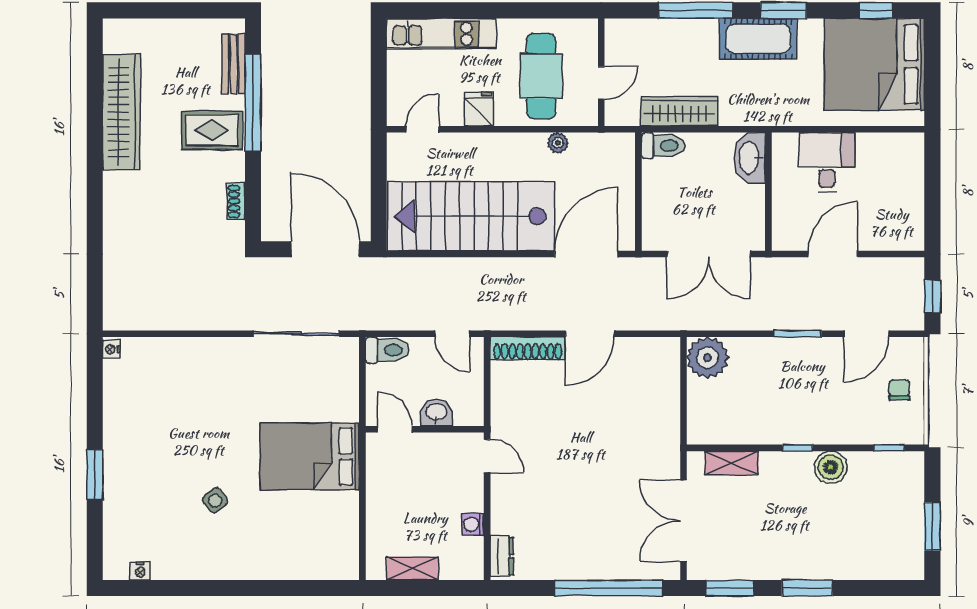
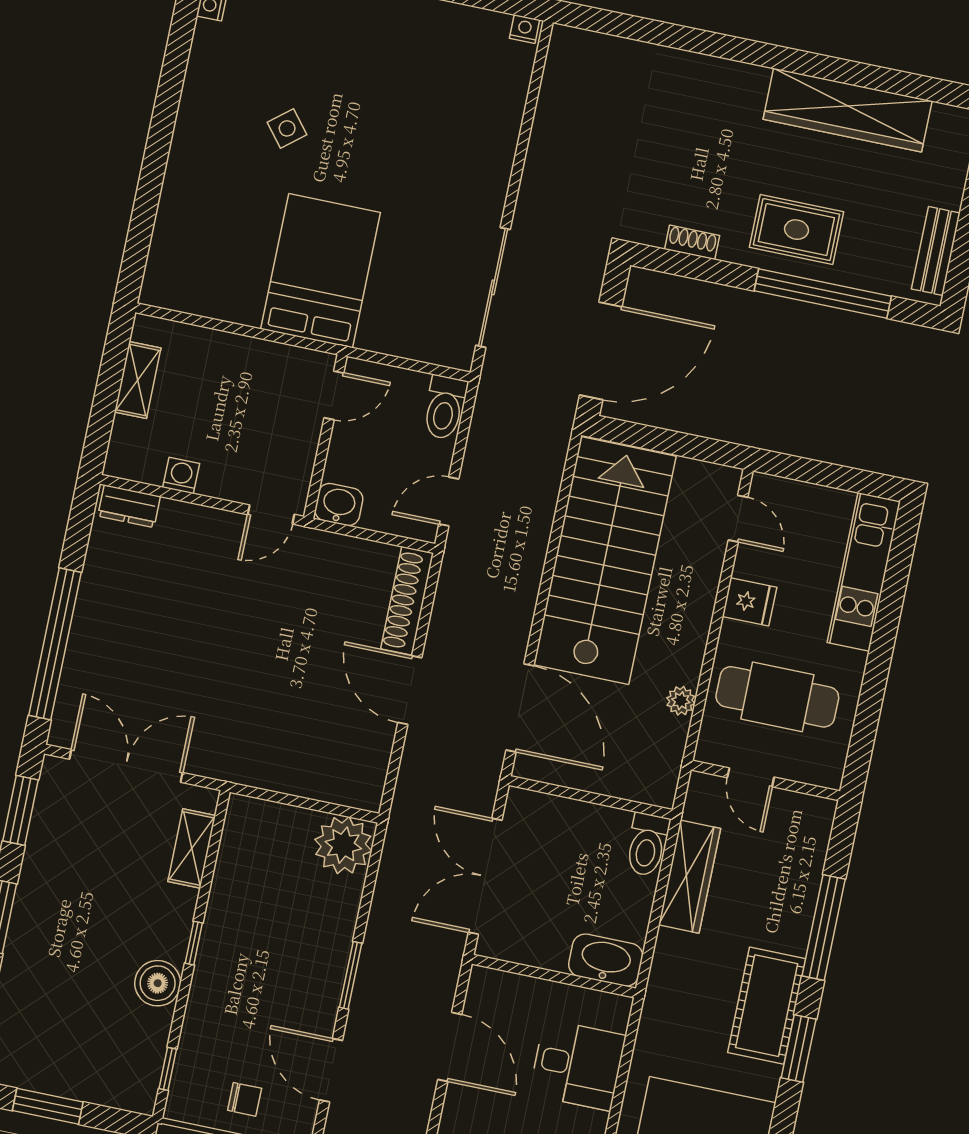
bench: (234, 64) -> (936, 251), moved, turned 90
rug: (212, 130) -> (796, 230), turned 90
washbasin: (436, 412) -> (339, 505), moved, turned -90

